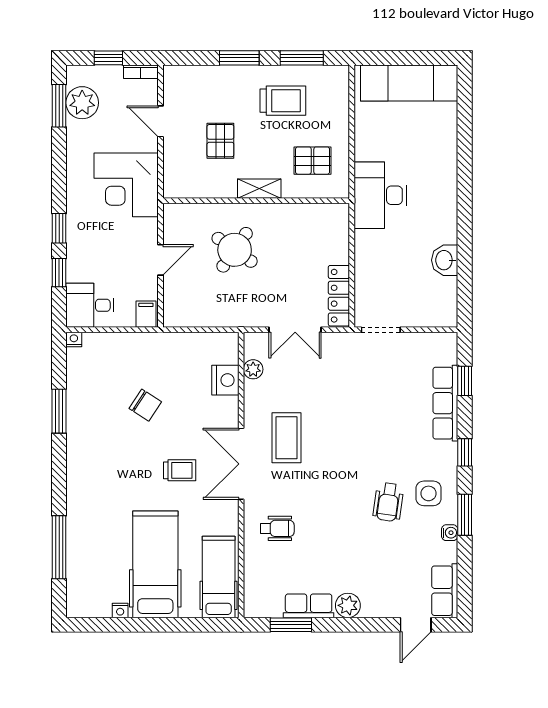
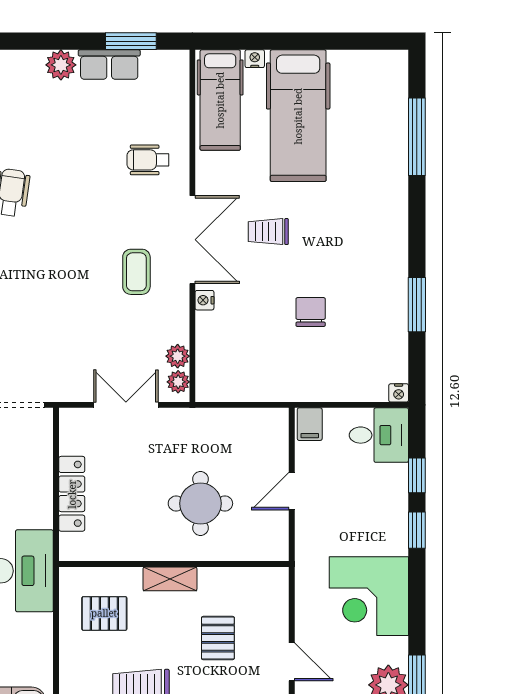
corner desk: (126, 185) -> (369, 596), moved, turned 180
round table: (235, 250) -> (200, 503), turned -35
locker: (339, 296) -> (72, 494), moved
plant: (253, 349) -> (178, 382), added
nightstand: (225, 380) -> (204, 300), moved, width x0.53, depth x0.56
chair: (145, 405) -> (311, 312), turned 57
coffee table: (287, 438) -> (136, 272), width x0.73, depth x0.77
nightstand: (120, 611) -> (255, 59), moved

